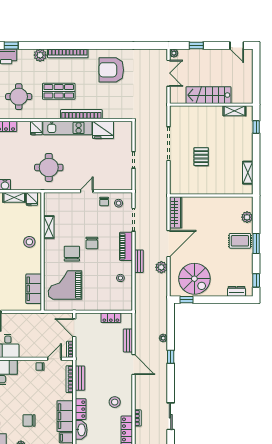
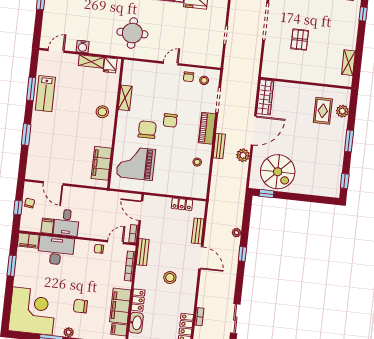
rug: (240, 241) -> (323, 111), moved, turned 90
dresser: (236, 291) -> (322, 191), removed
bench: (80, 378) -> (143, 252), moved
stool: (115, 402) -> (170, 278), moved

